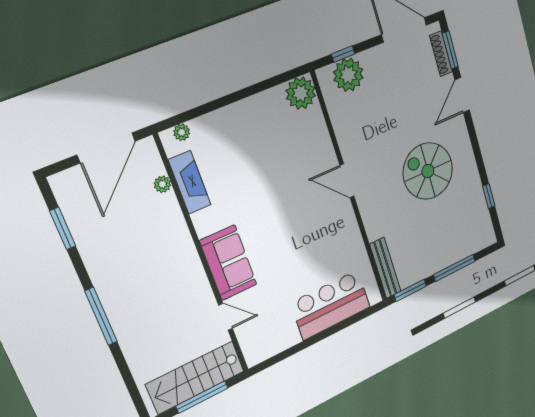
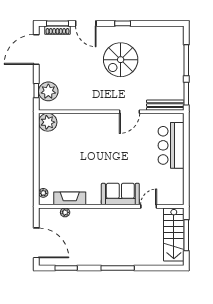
door: (106, 148) -> (36, 243), moved
door: (347, 181) -> (129, 112), moved
window: (489, 196) -> (123, 23), moved

